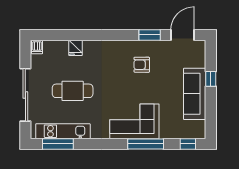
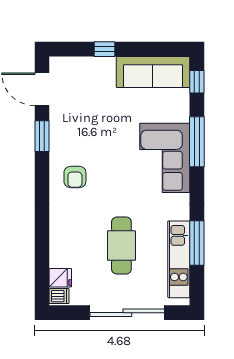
fridge: (75, 48) -> (60, 278), moved
armchair: (142, 65) -> (75, 177), moved
sofa: (195, 94) -> (153, 72), moved
window: (58, 144) -> (197, 243), moved

